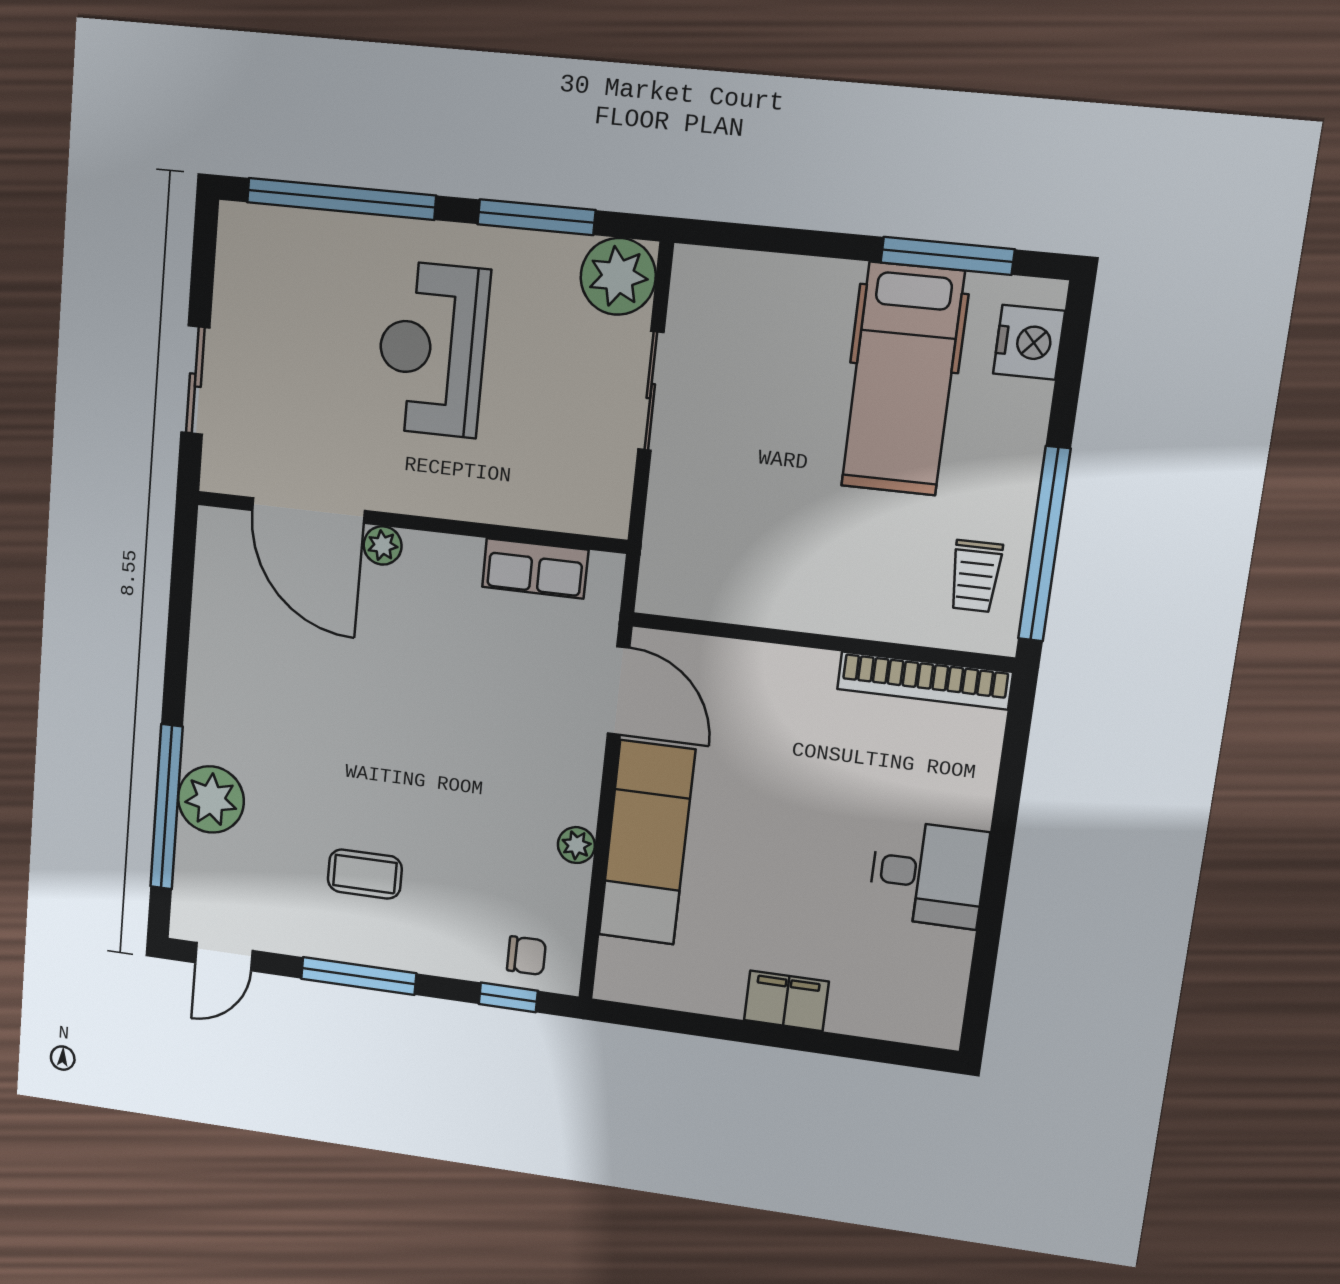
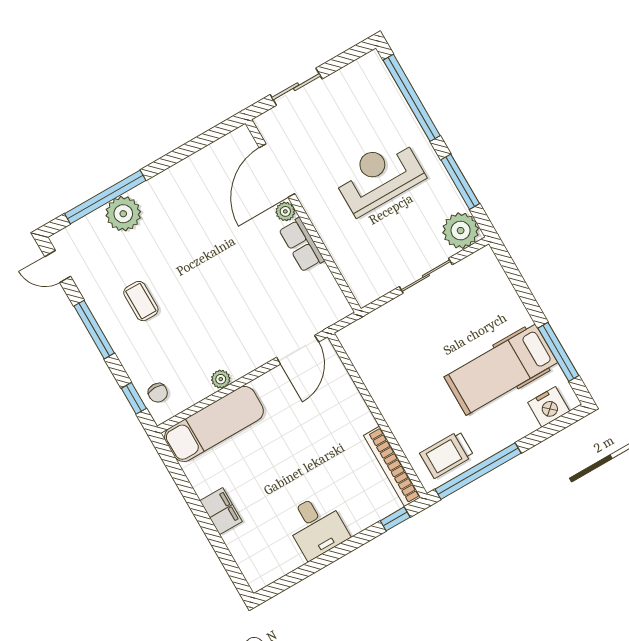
row of seats: (535, 568) -> (302, 245), moved
trolley: (975, 576) -> (447, 455), width x1.36, depth x1.39
window: (1016, 740) -> (395, 519), added
exam couch: (647, 843) -> (214, 424), moved

